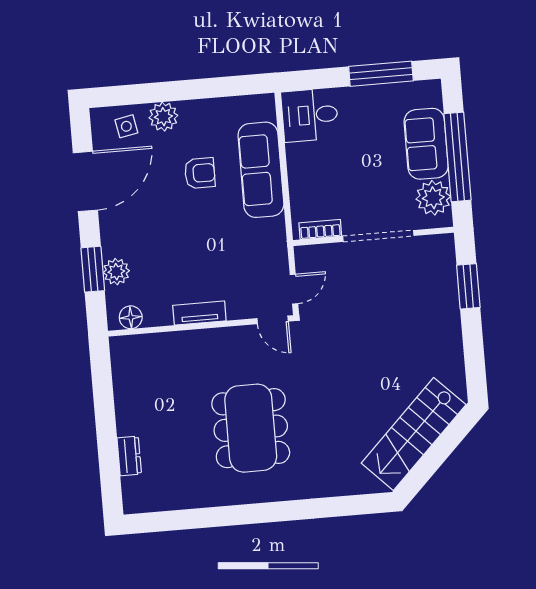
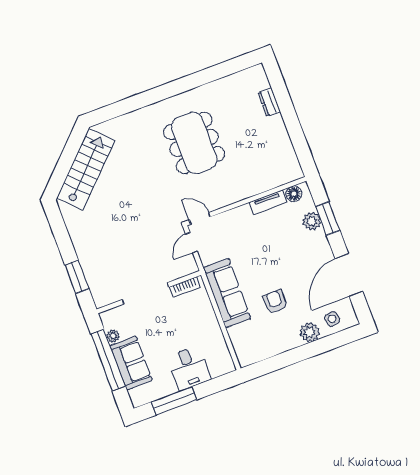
desk: (310, 115) -> (189, 368), moved, turned 90
sofa: (261, 170) -> (227, 293), moved
armchair: (200, 173) -> (275, 302), turned 90
plant: (433, 198) -> (113, 336), width x0.53, depth x0.53
tv unit: (199, 313) -> (268, 202), moved

